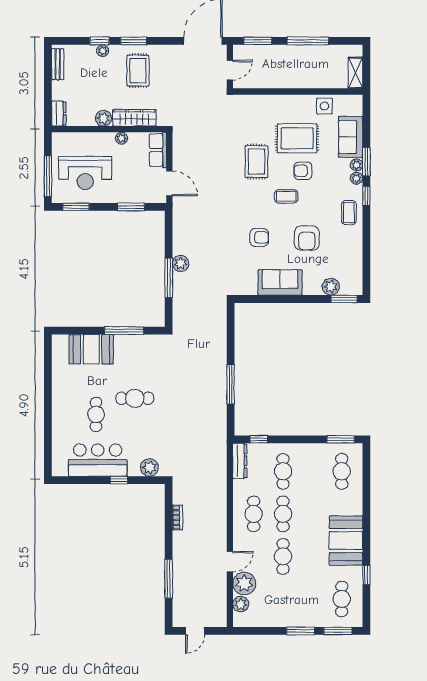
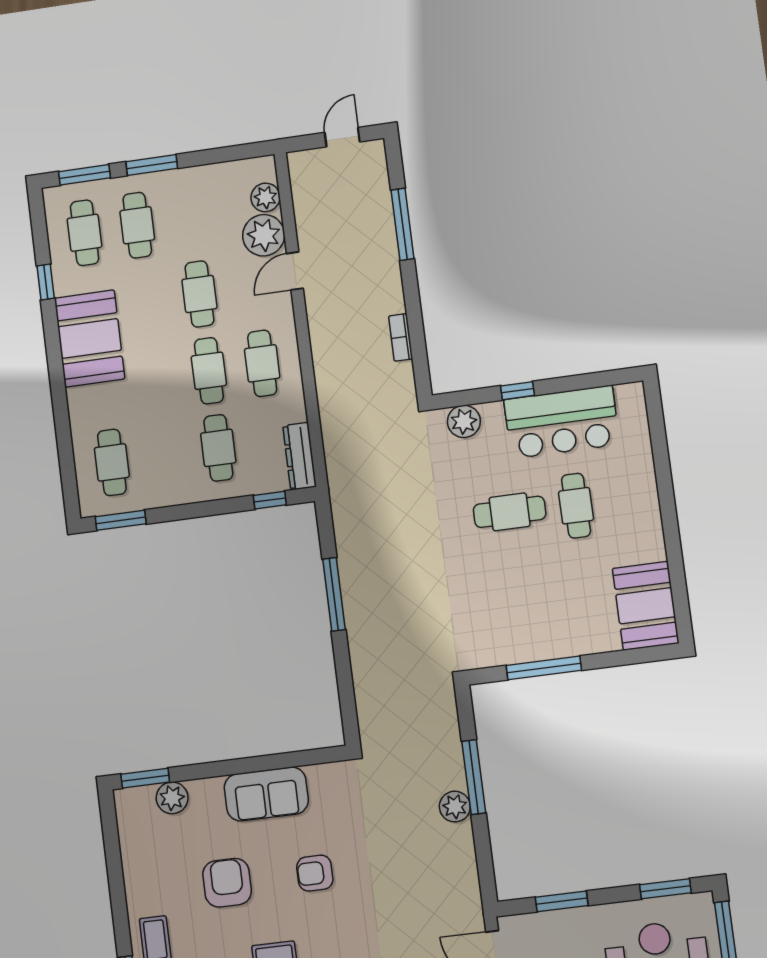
booth: (91, 349) -> (646, 606), moved, turned 90
cafe table: (135, 398) -> (510, 512), moved
cafe table: (312, 599) -> (137, 225), added

